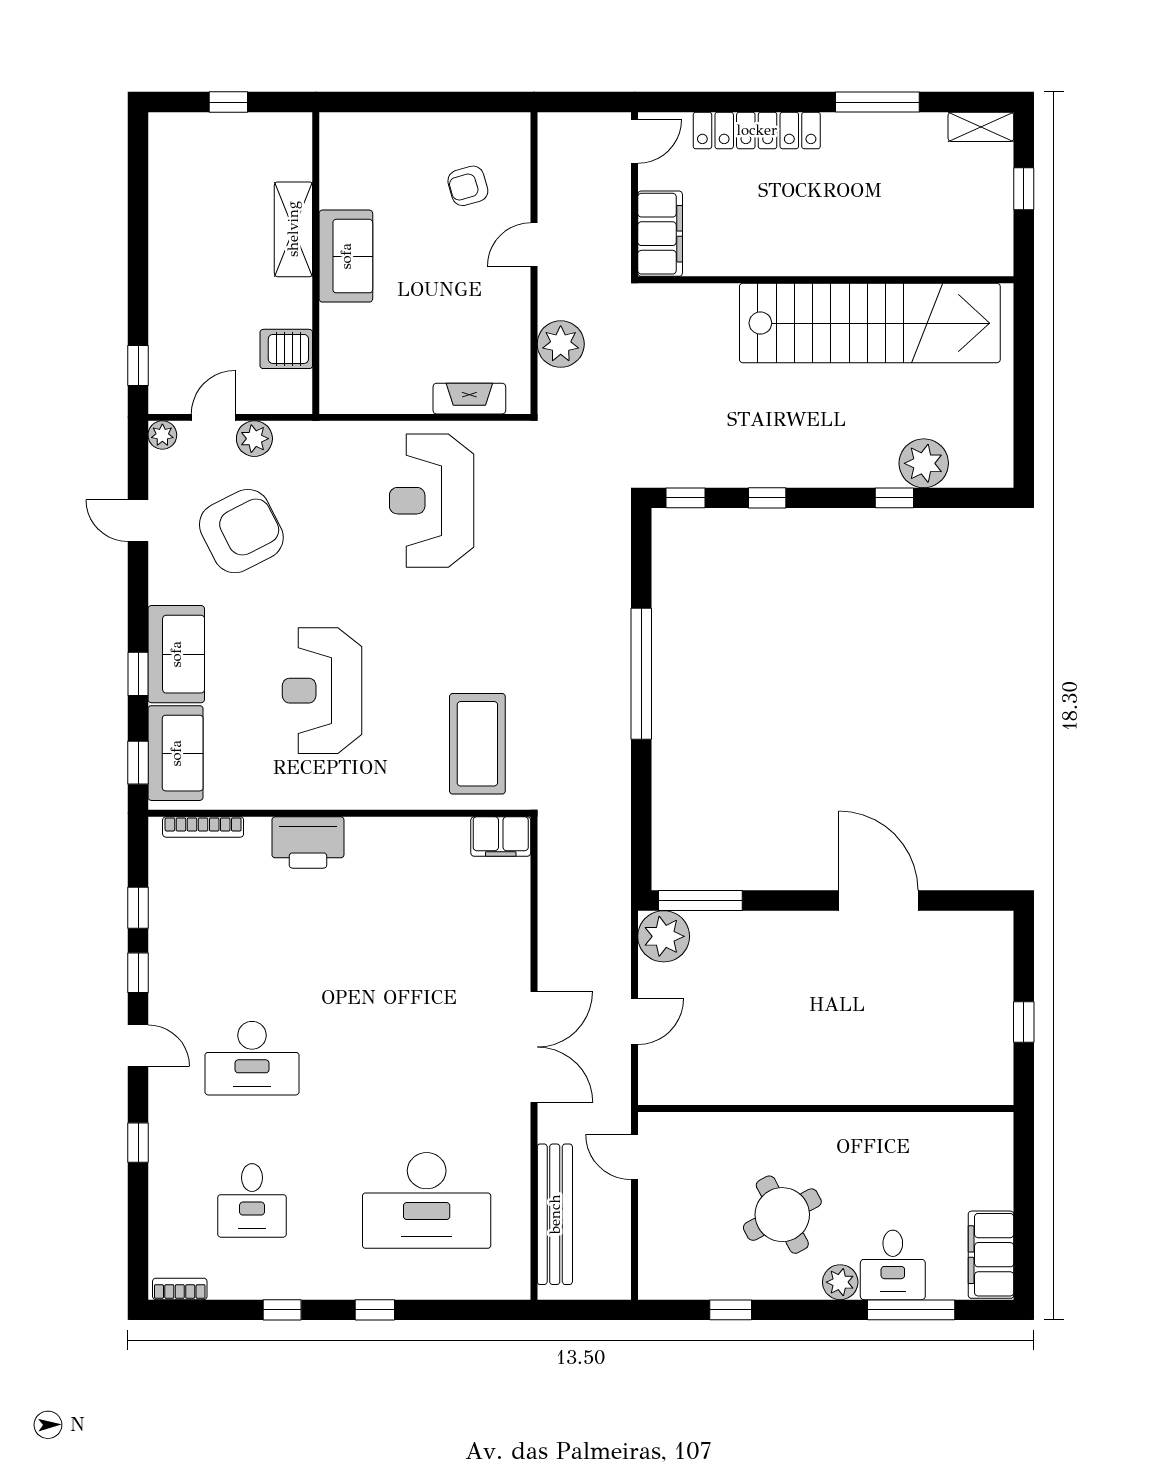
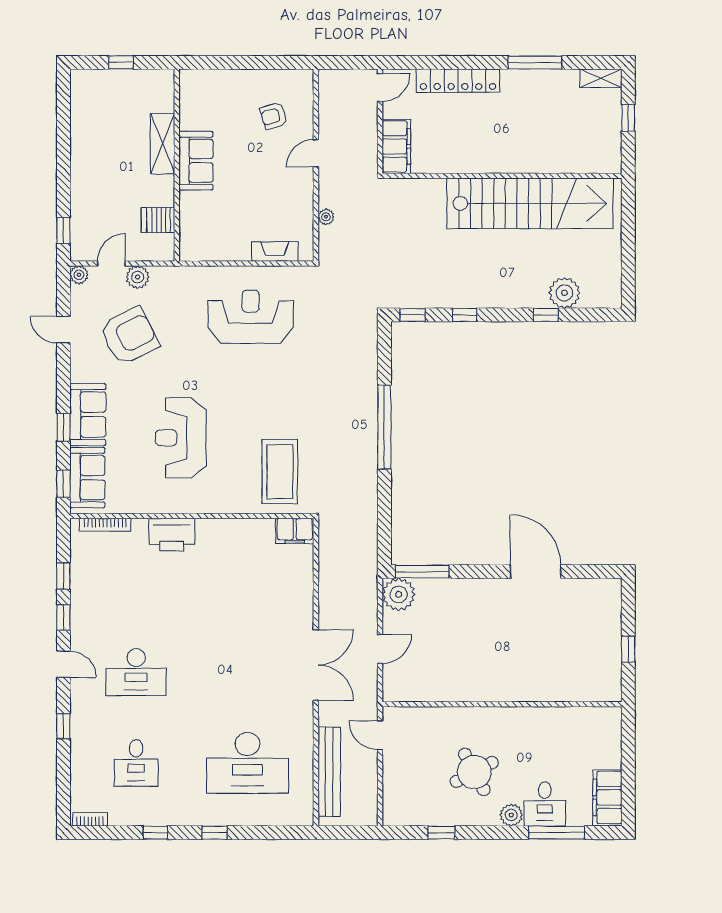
plant: (561, 344) -> (326, 217), width x0.53, depth x0.53
reception desk: (432, 501) -> (251, 317), turned 90

